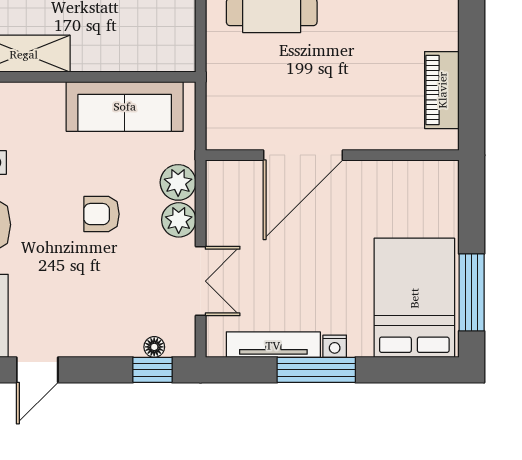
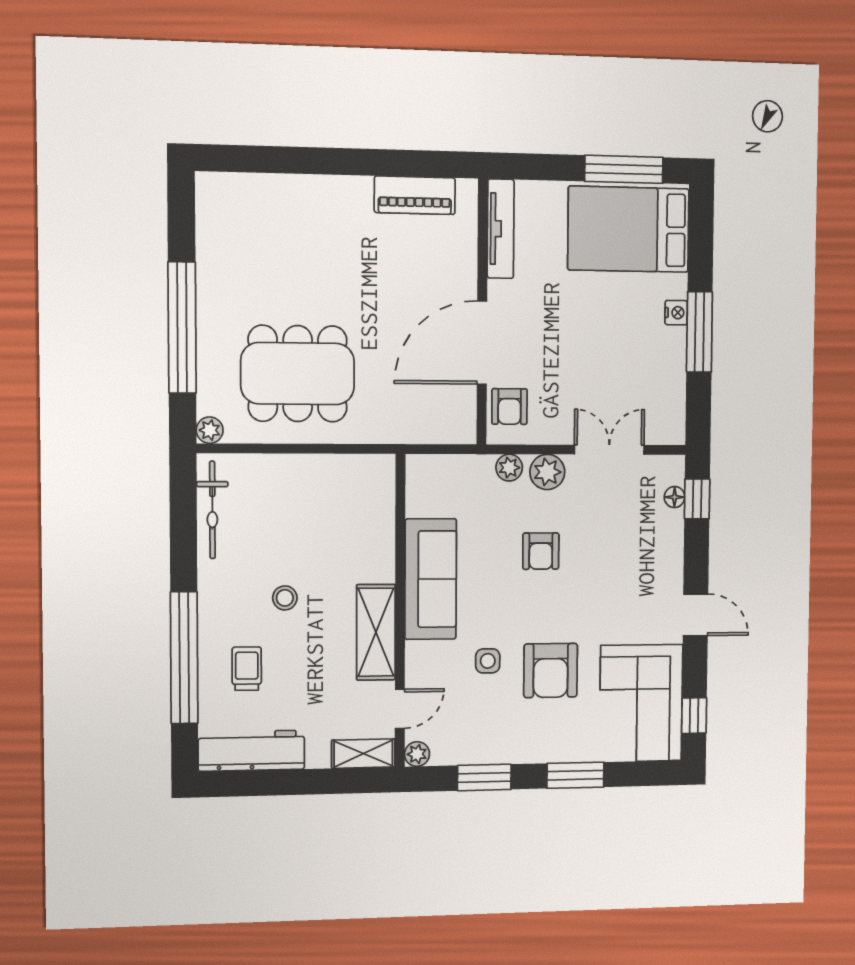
sofa: (125, 106) -> (431, 579), moved
door: (303, 155) -> (482, 343), swing flipped
plant: (178, 182) -> (509, 468), width x0.73, depth x0.73
armchair: (242, 182) -> (509, 406), added
tv unit: (273, 345) -> (501, 229), moved, turned 180

